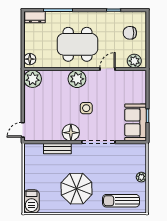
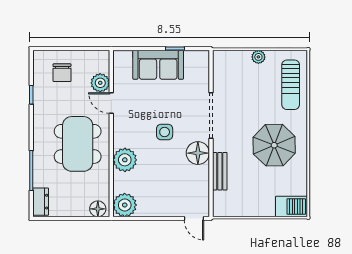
plant: (134, 61) -> (100, 83), moved
plant: (77, 79) -> (125, 160), moved
sofa: (136, 122) -> (158, 65), moved

